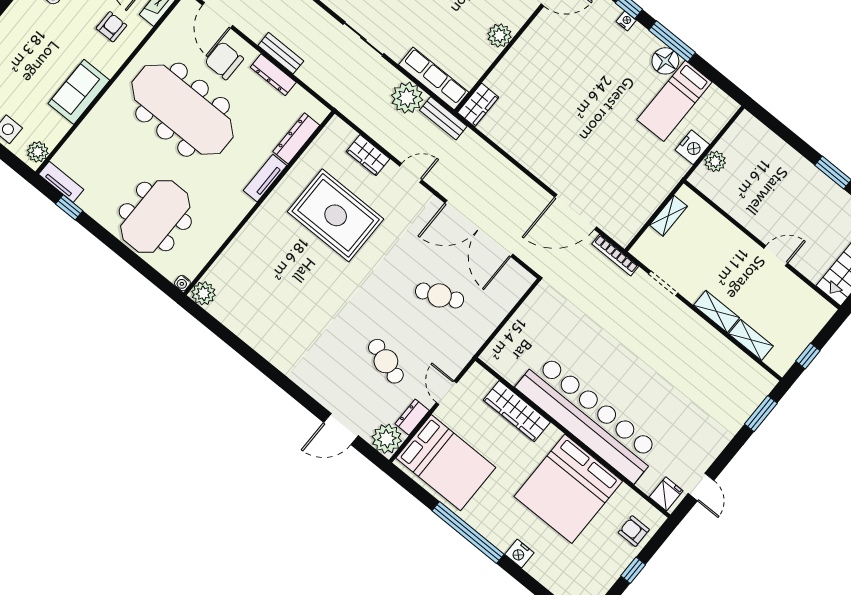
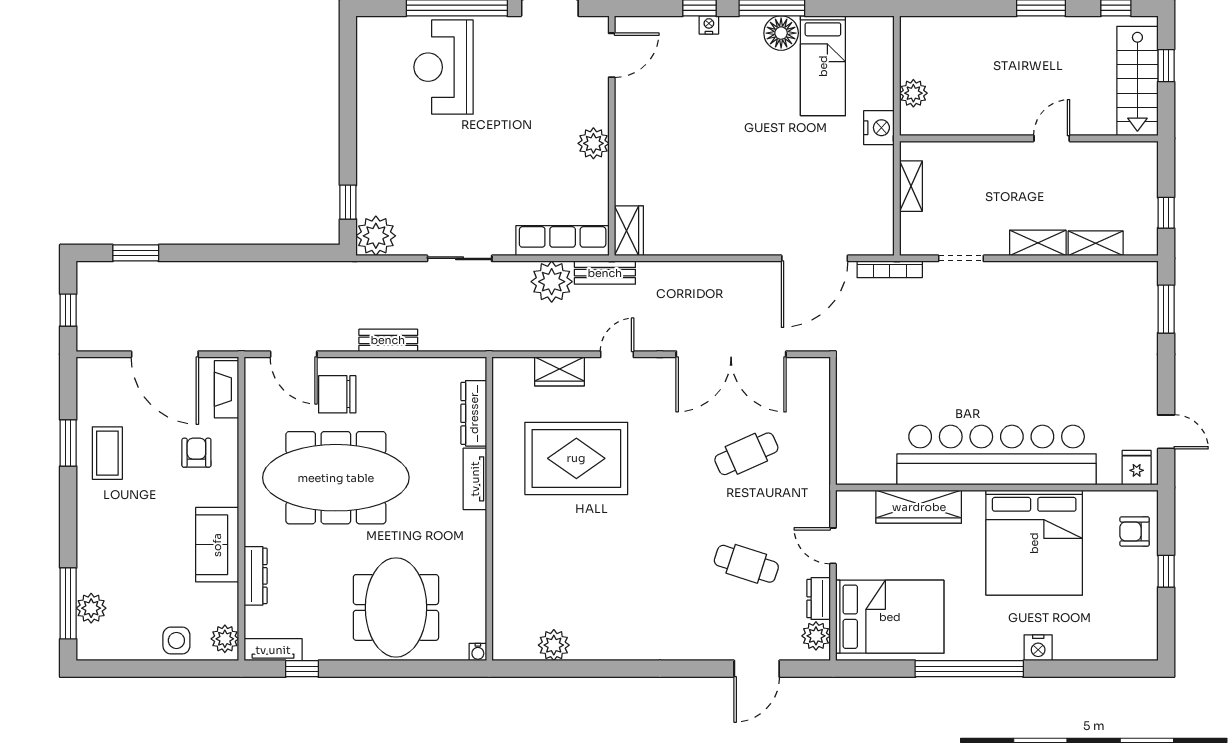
dresser: (273, 75) -> (256, 576), moved, turned -90
nightstand: (692, 147) -> (879, 128), moved
plant: (204, 293) -> (554, 645), moved
plant: (387, 439) -> (816, 636), width x0.73, depth x0.73

